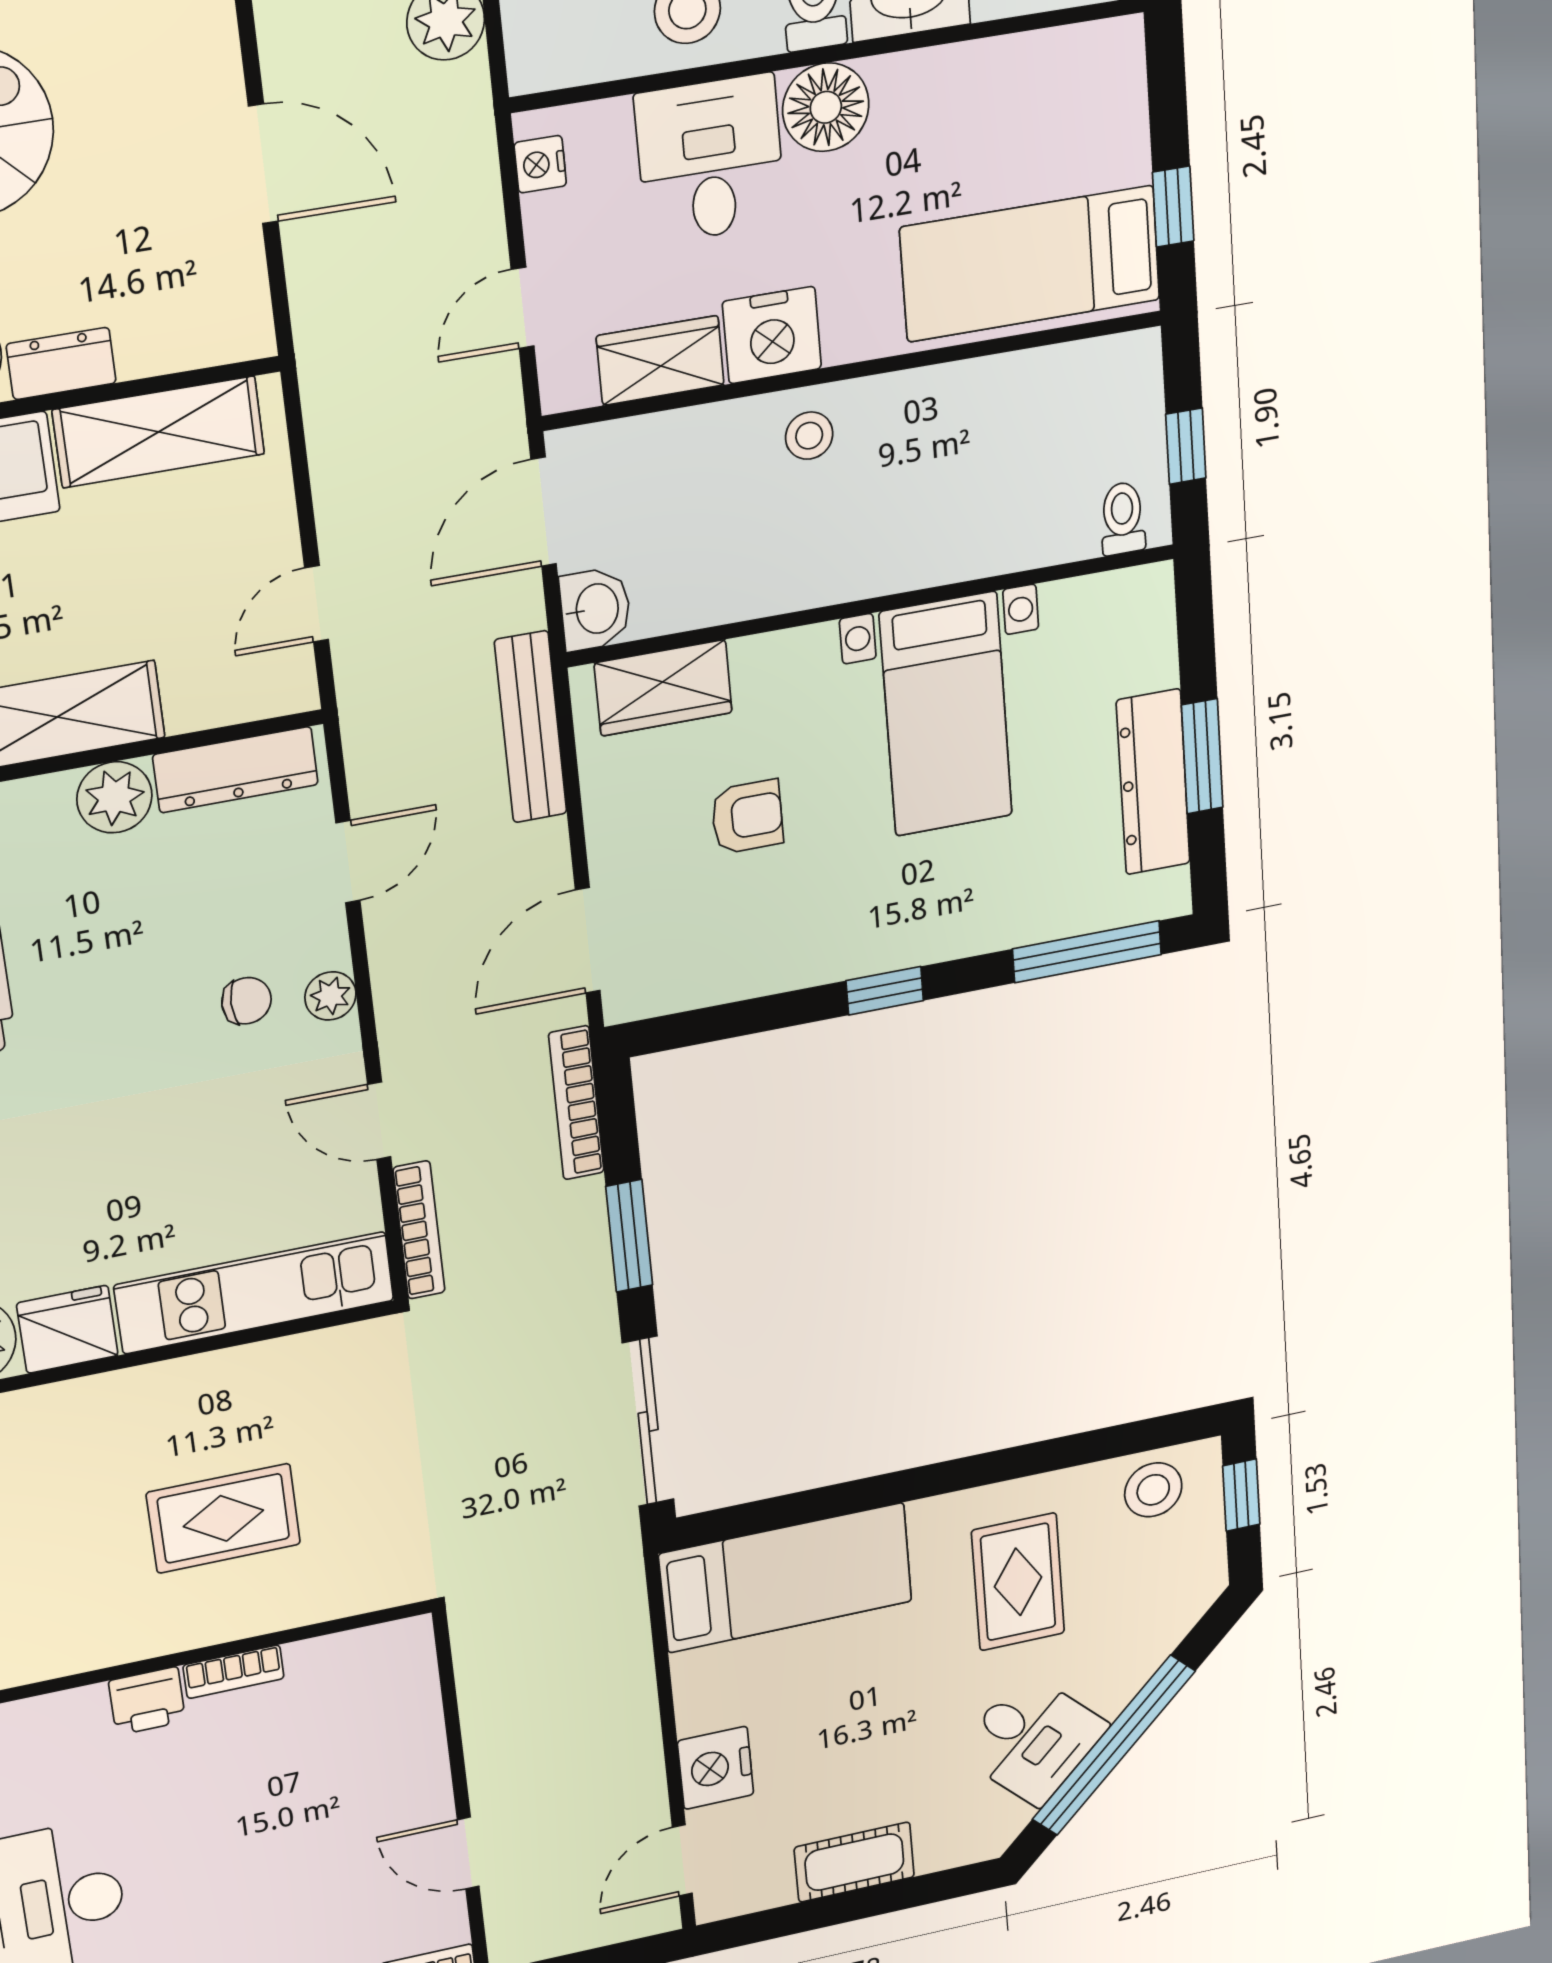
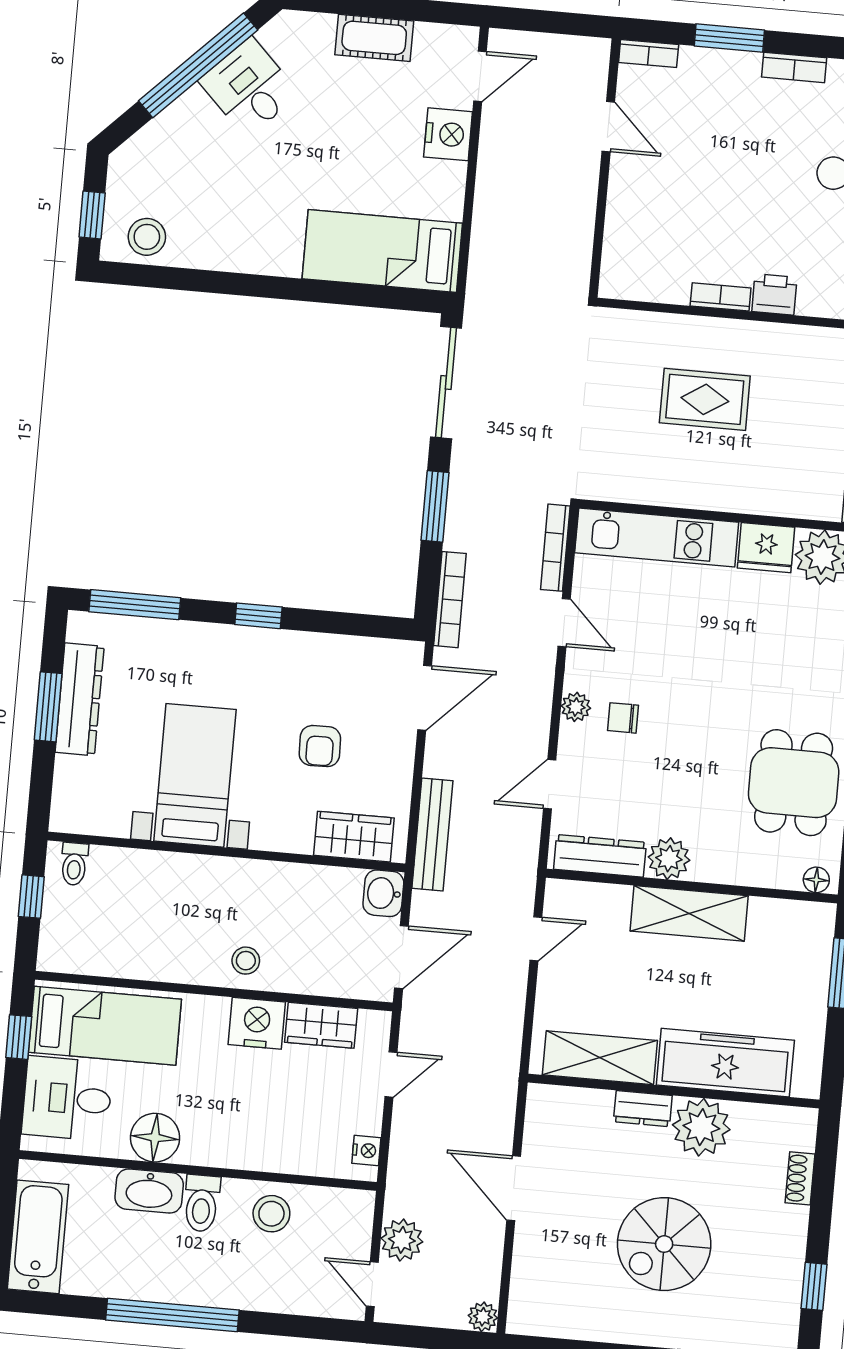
floor lamp: (826, 107) -> (155, 1138), moved
desk: (710, 159) -> (67, 1098), moved, turned 90
armchair: (747, 817) -> (320, 746), turned -91
rug: (1018, 1582) -> (241, 201), removed

